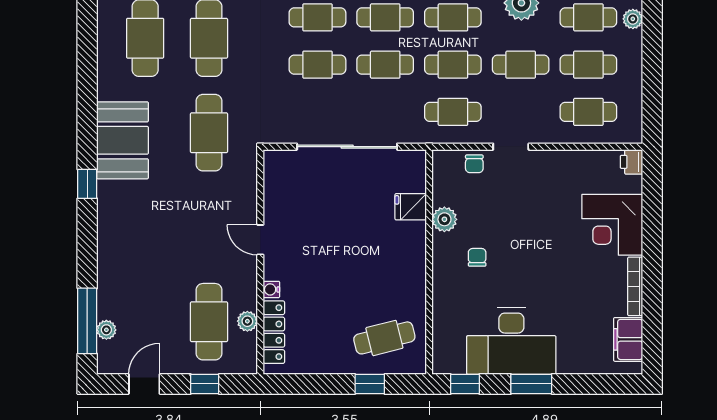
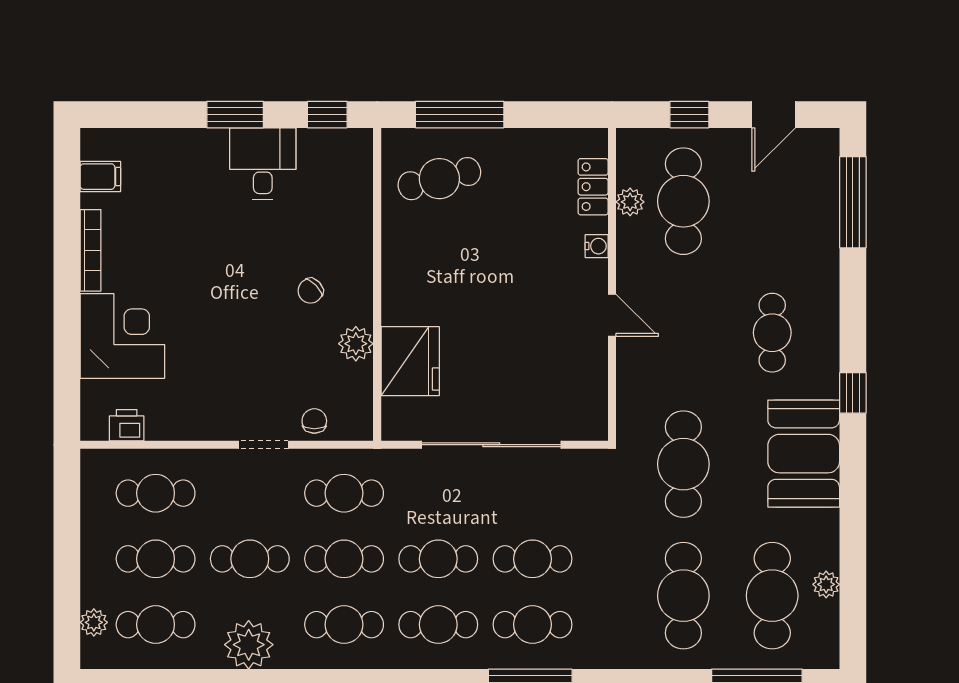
printer: (631, 162) -> (127, 425), moved, turned -90
fridge: (411, 207) -> (410, 361), width x1.88, depth x1.34
cafe table: (145, 227) -> (772, 333), added
chair: (477, 257) -> (310, 291), turned 46
plant: (106, 330) -> (826, 584), moved
locker: (274, 332) -> (593, 187), width x0.66
filing cabinet: (628, 339) -> (100, 177), width x0.50
desk: (511, 341) -> (263, 164), width x0.53, depth x0.77
window: (370, 384) -> (460, 115), width x2.17

